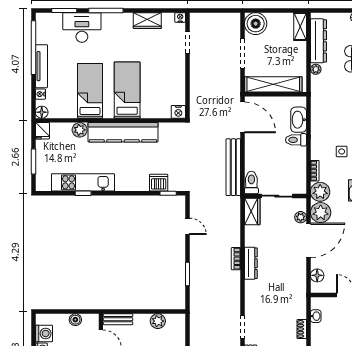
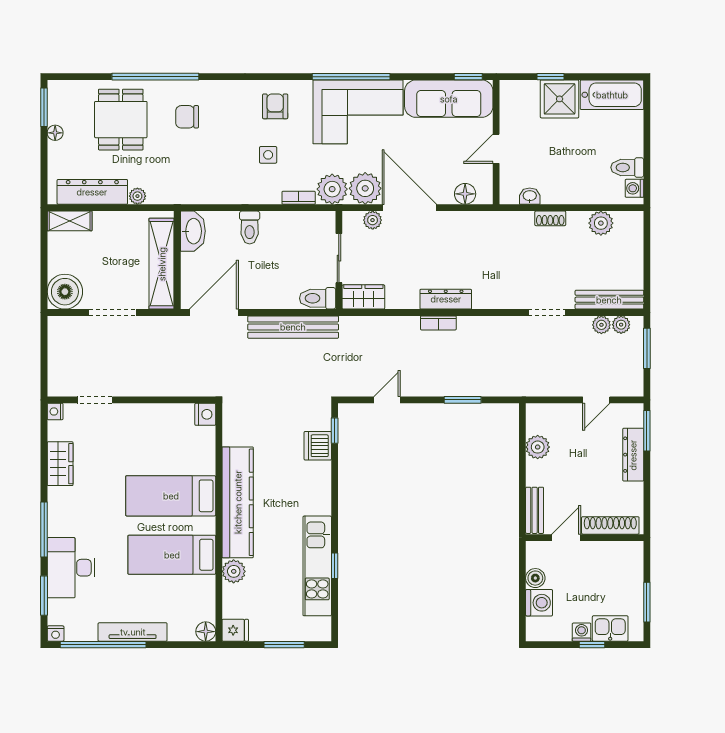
nightstand: (40, 94) -> (56, 634), moved
washbasin: (299, 120) -> (193, 231), moved, turned -90
washing machine: (44, 333) -> (539, 603), moved, turned 90

